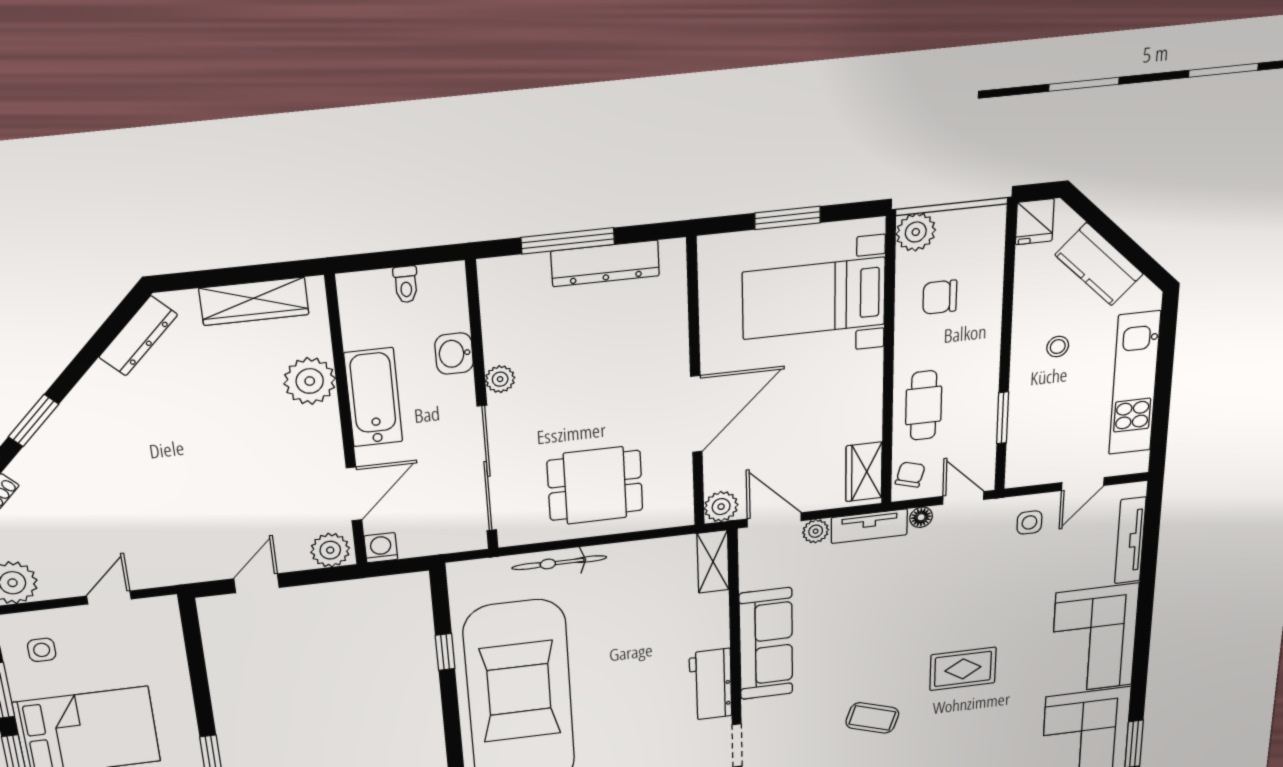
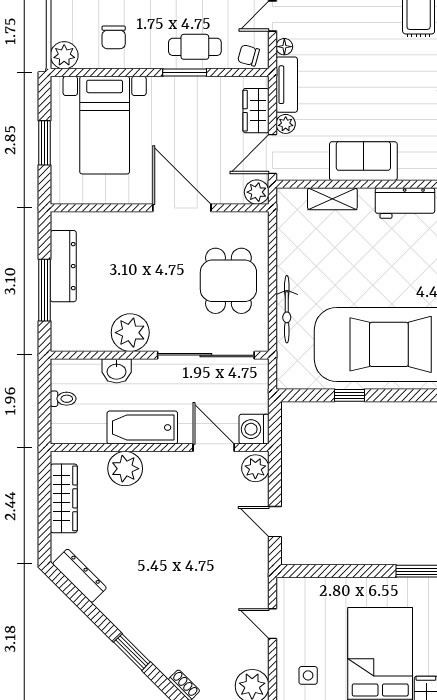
plant: (500, 379) -> (130, 333), width x1.88, depth x1.88
window: (888, 396) -> (185, 73), added
wardrobe: (864, 472) -> (256, 111), moved, turned 90
washing machine: (381, 548) -> (254, 429), width x1.38, depth x1.38
shelving: (713, 562) -> (332, 199), moved
sofa: (766, 644) -> (363, 161), width x0.73

